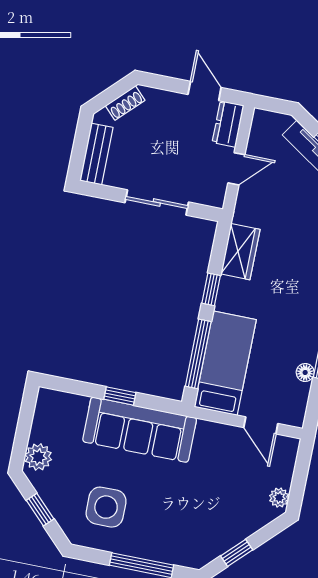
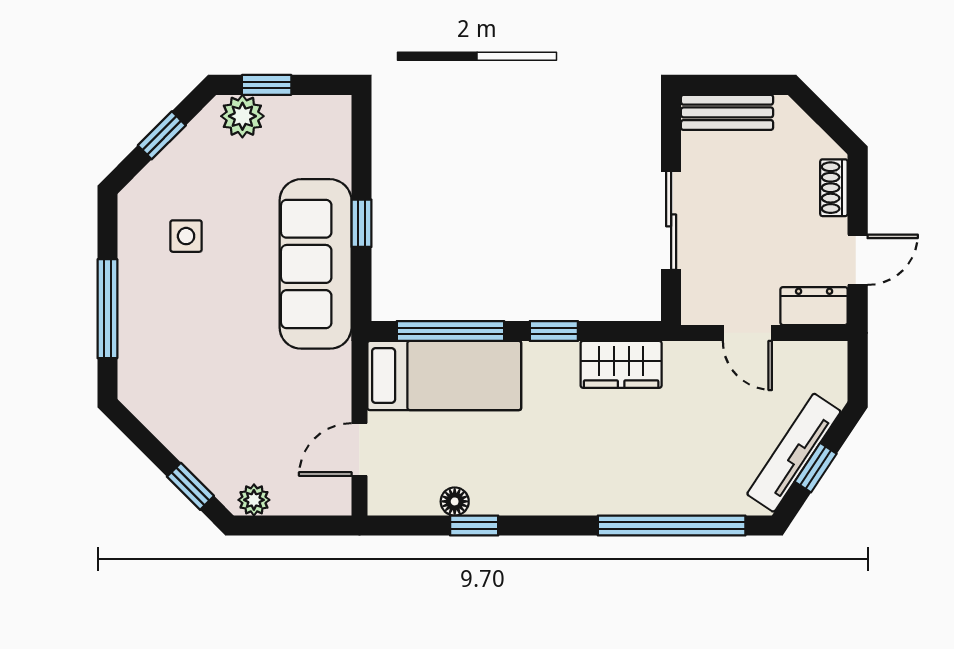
shoe rack: (125, 103) -> (834, 188), moved, turned 45
window: (22, 438) -> (267, 85), added
side table: (106, 507) -> (186, 236), width x0.54, depth x0.54
window: (237, 553) -> (190, 486), moved

